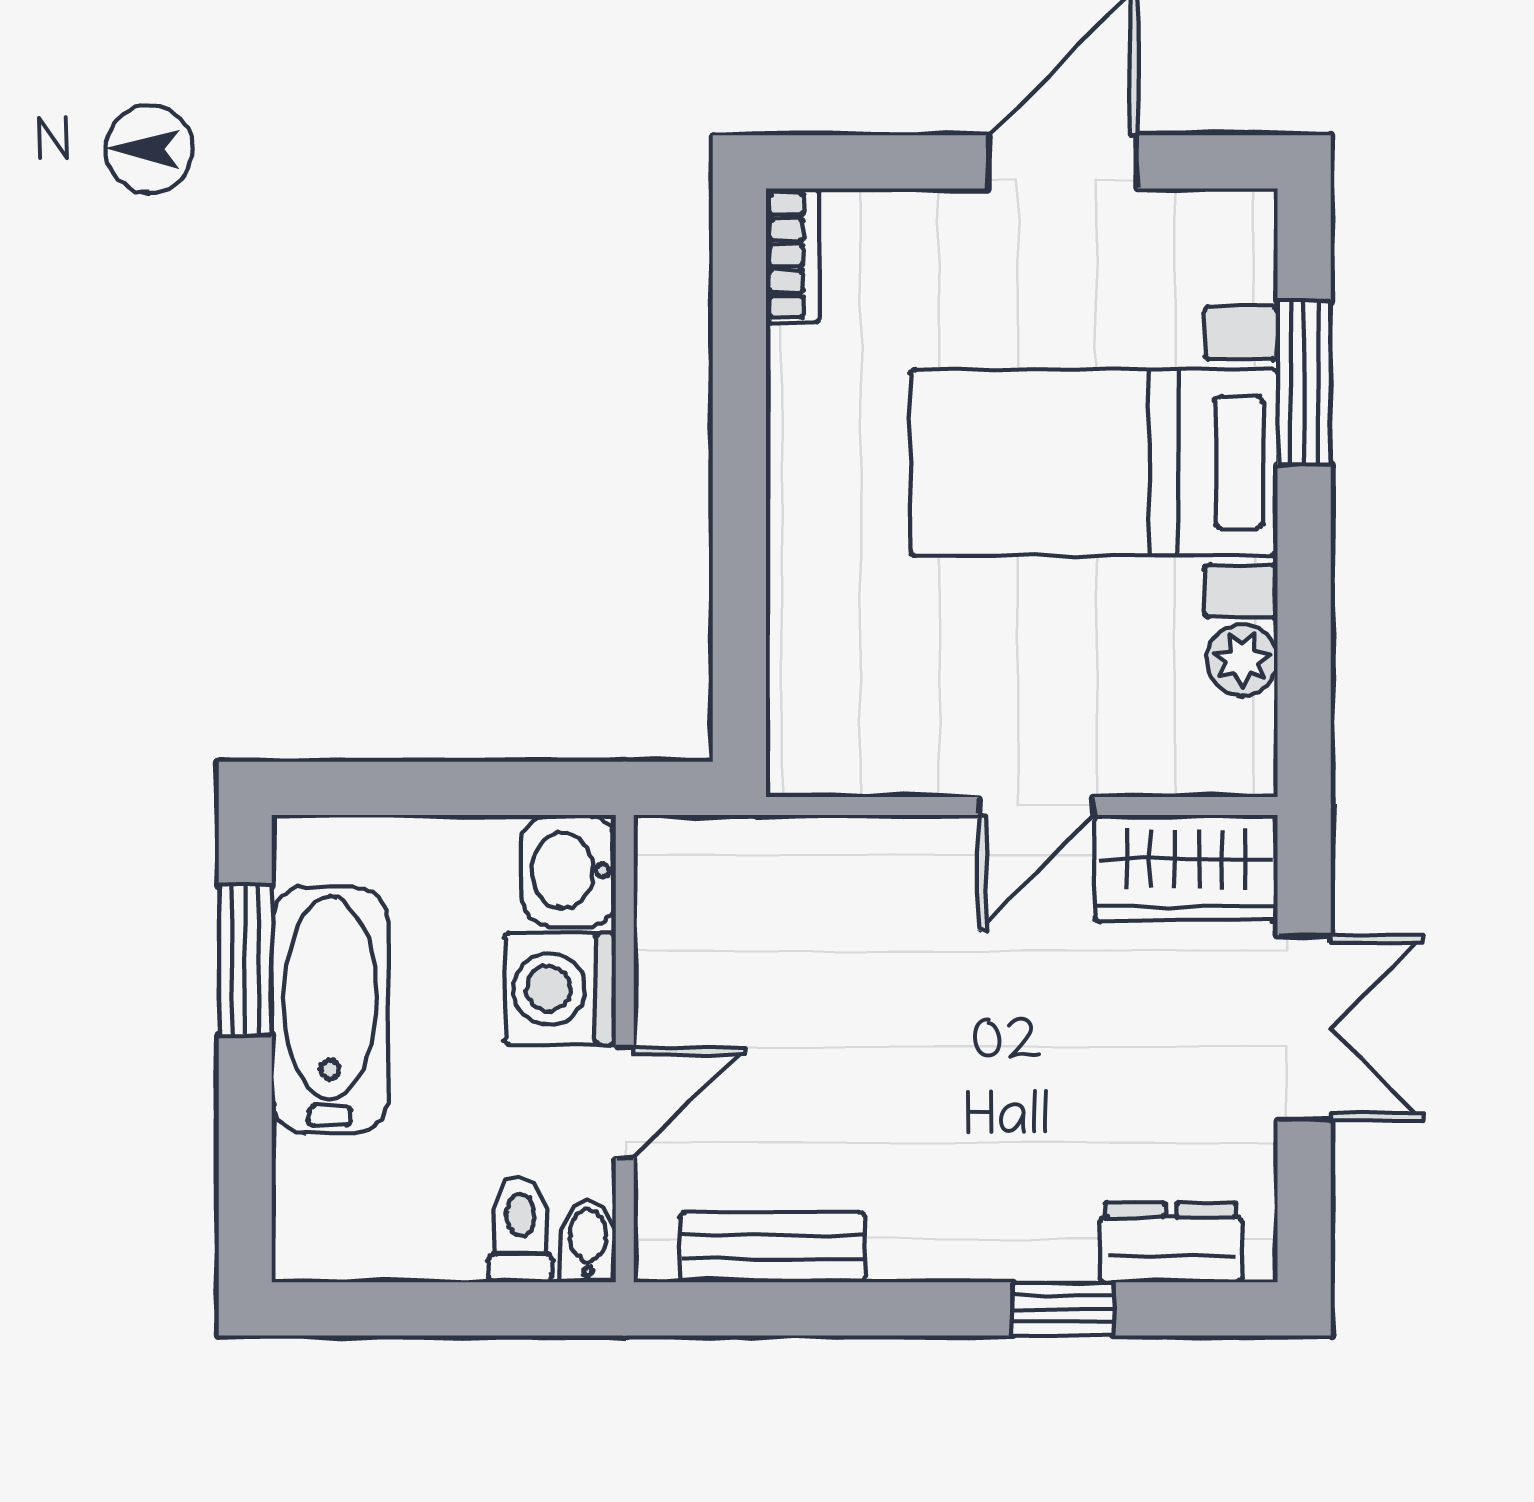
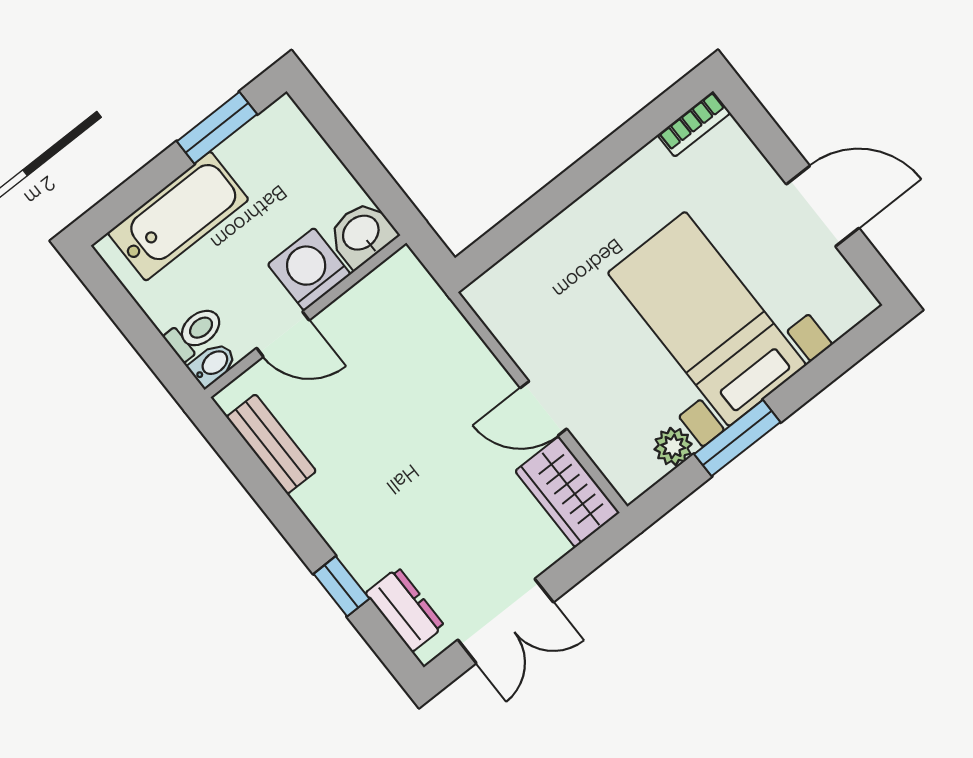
window: (1304, 383) -> (737, 438), moved
bathtub: (330, 1010) -> (178, 216), moved
double door: (1304, 1028) -> (506, 621), moved

